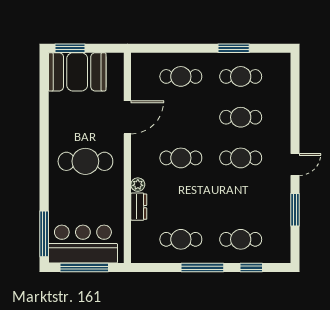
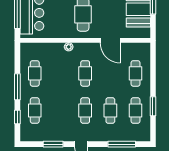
window: (295, 99) -> (122, 144), added
dresser: (139, 207) -> (55, 47), removed

